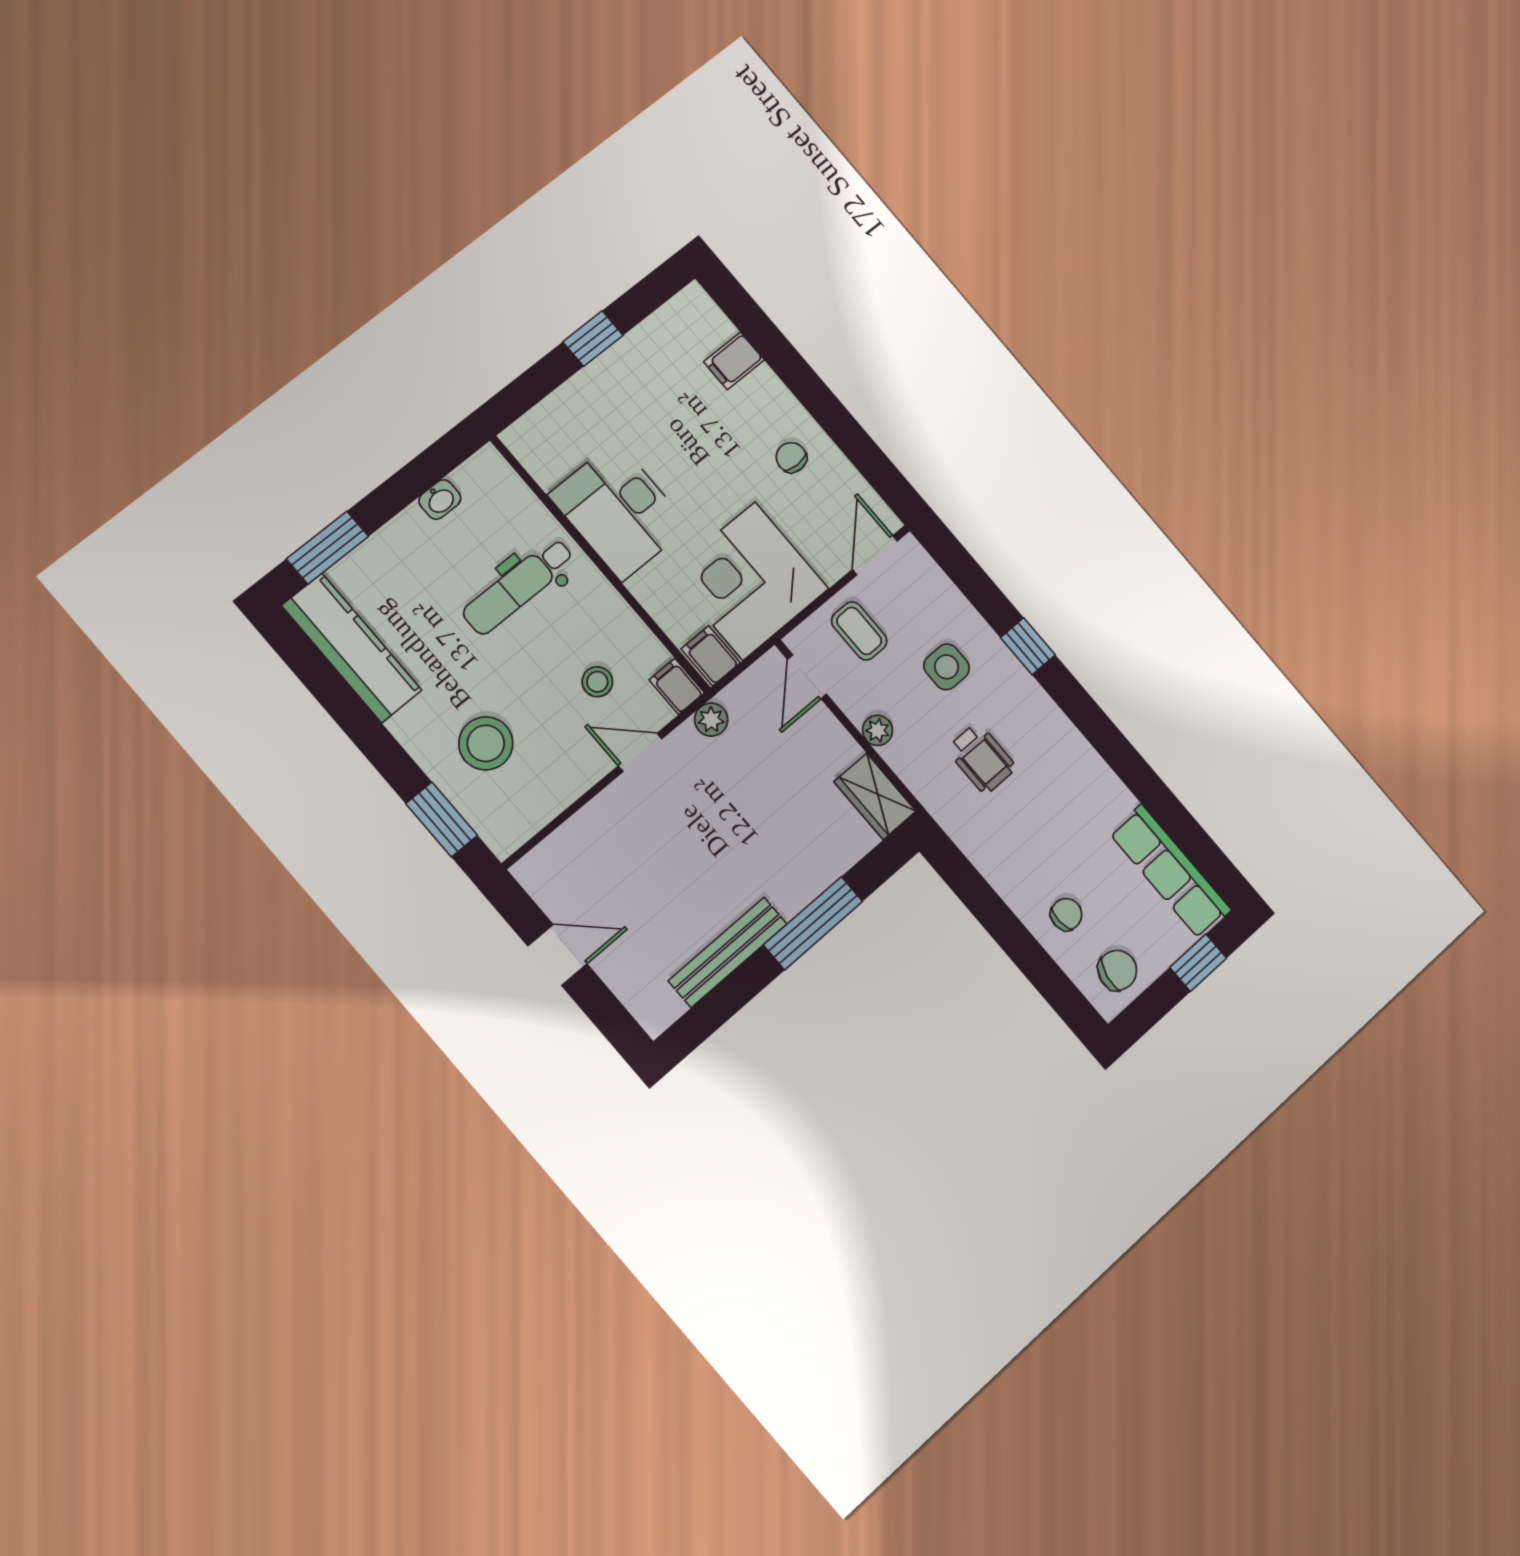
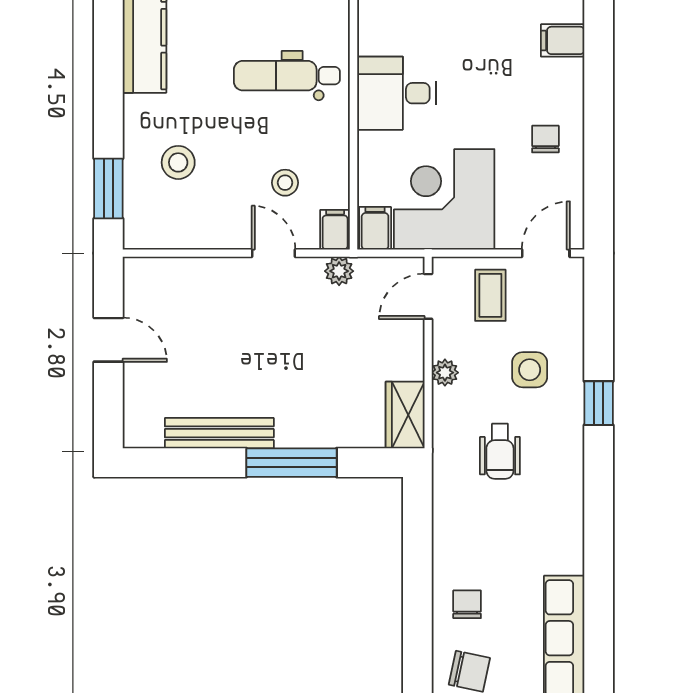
desk: (619, 511) -> (397, 93), width x0.73
stool: (486, 743) -> (178, 162), width x0.73, depth x0.73
chair: (1066, 914) -> (467, 604), turned -87

